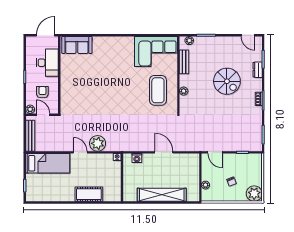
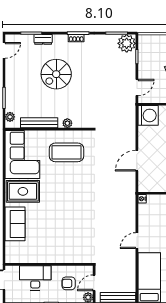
sofa: (77, 45) -> (15, 224), moved
rug: (124, 52) -> (23, 191), added
bench: (184, 62) -> (39, 123), width x1.36
spiral stairs: (227, 81) -> (56, 74), turned 180
plant: (98, 143) -> (127, 43), moved
door: (164, 152) -> (137, 161), moved
washing machine: (137, 158) -> (148, 115), moved, width x1.89, depth x1.89

